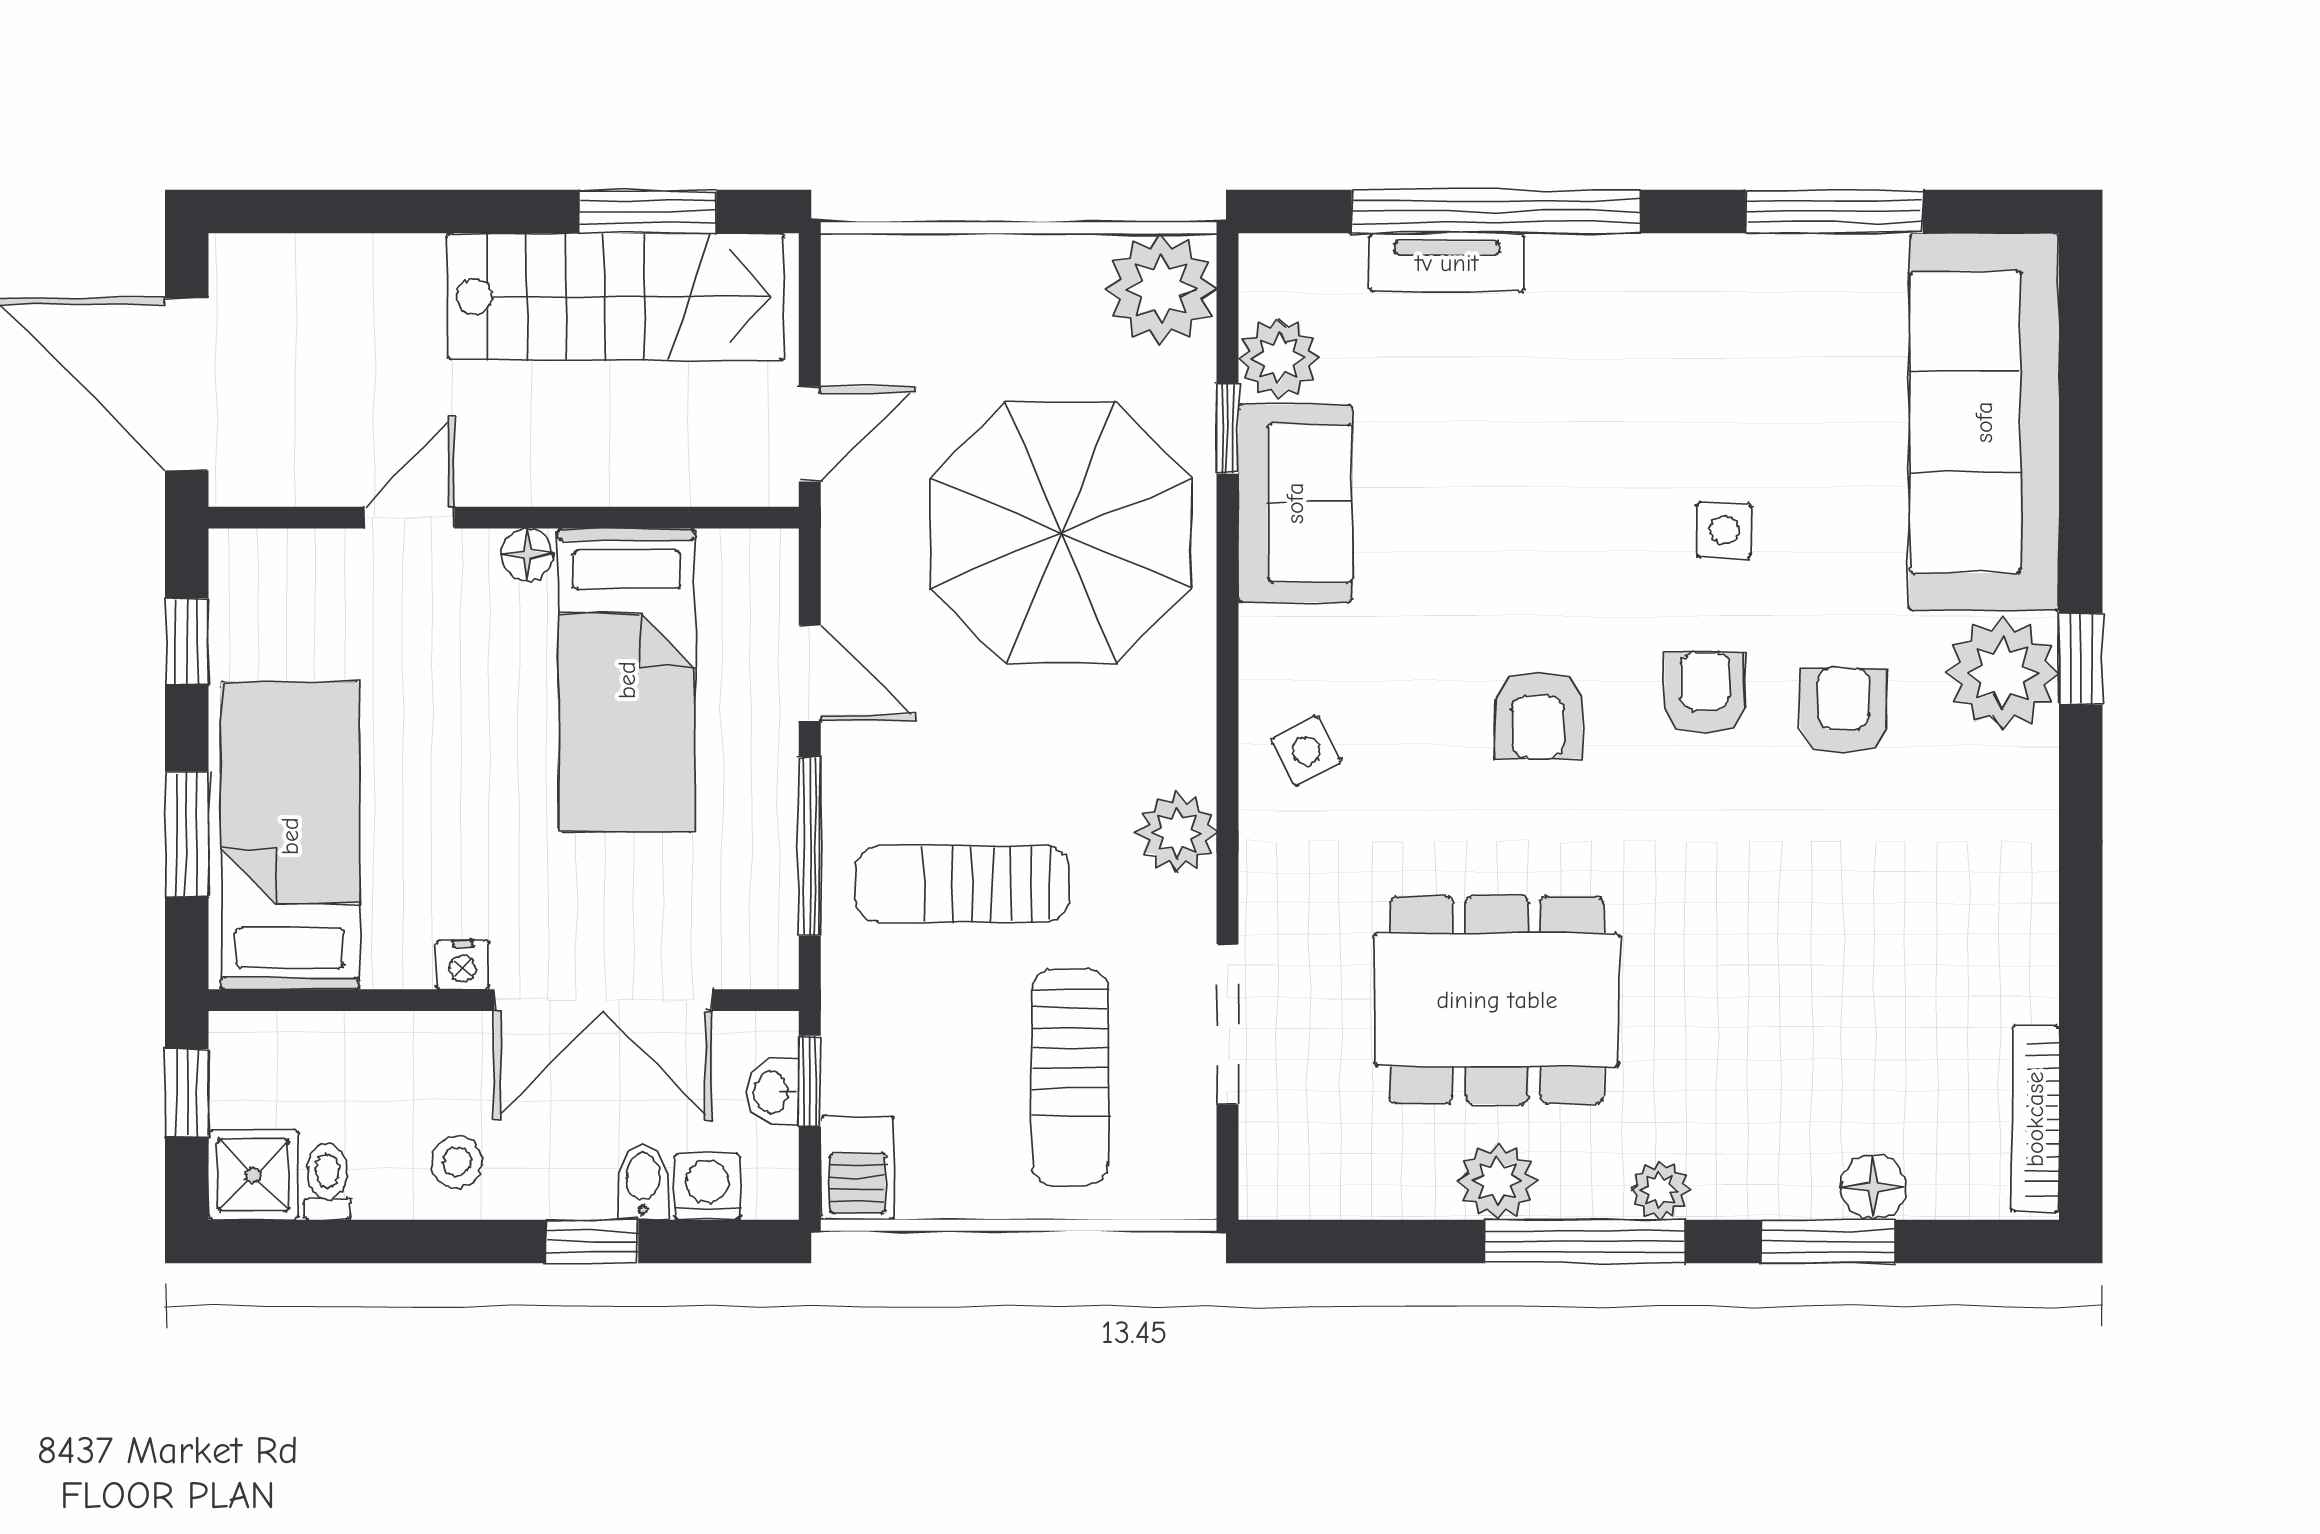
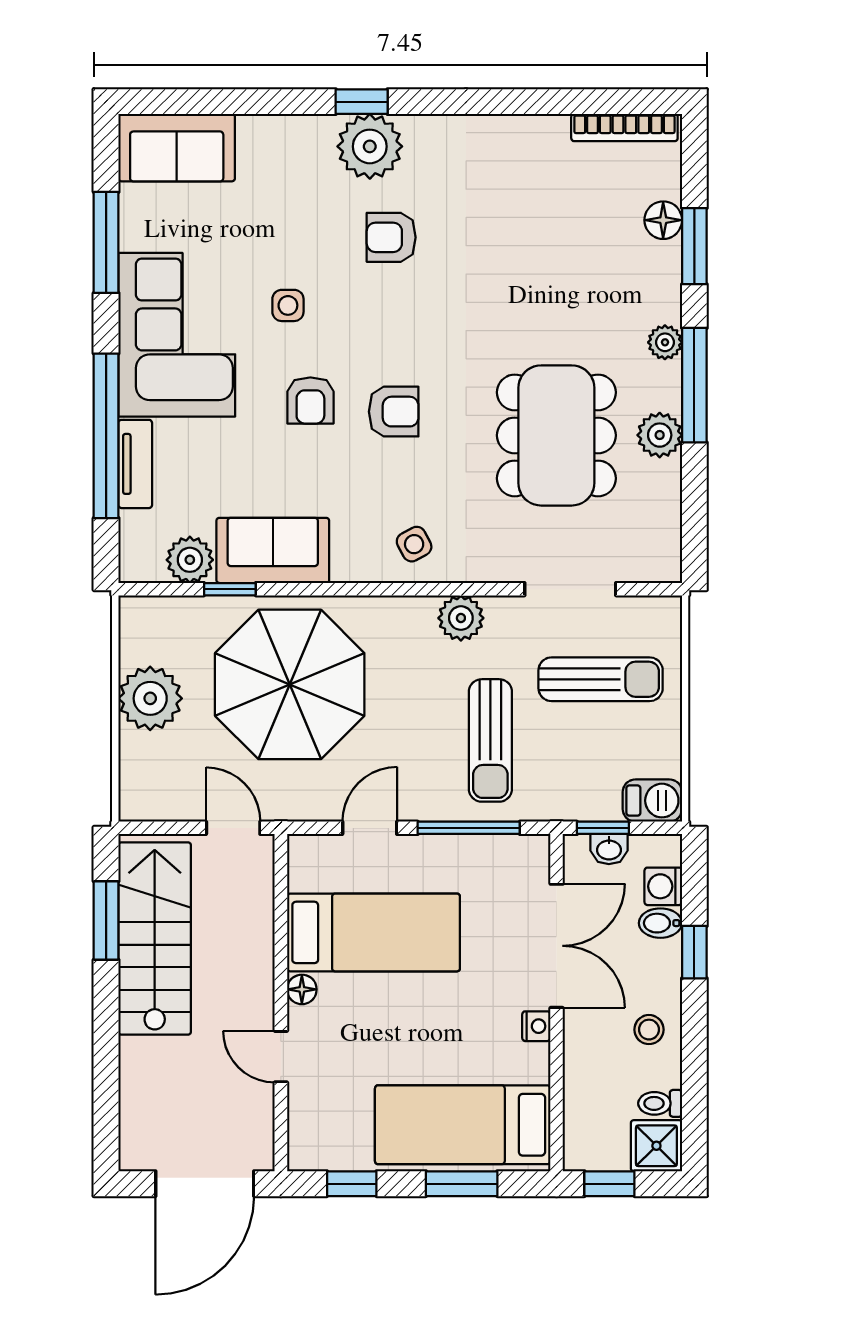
plant: (1161, 289) -> (150, 698), moved
corner sofa: (1673, 335) -> (177, 335), added
sofa: (1984, 422) -> (177, 148), width x0.54, depth x0.79
armchair: (1705, 693) -> (310, 400), moved, turned -90

